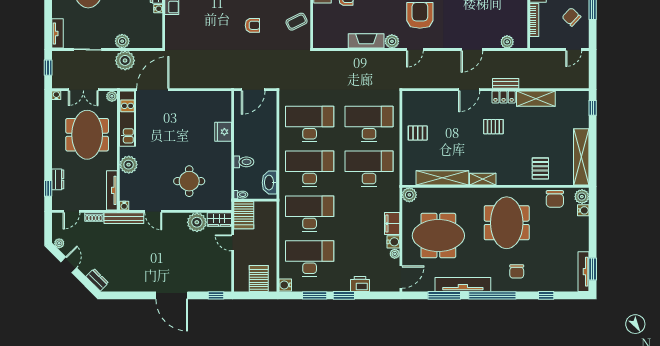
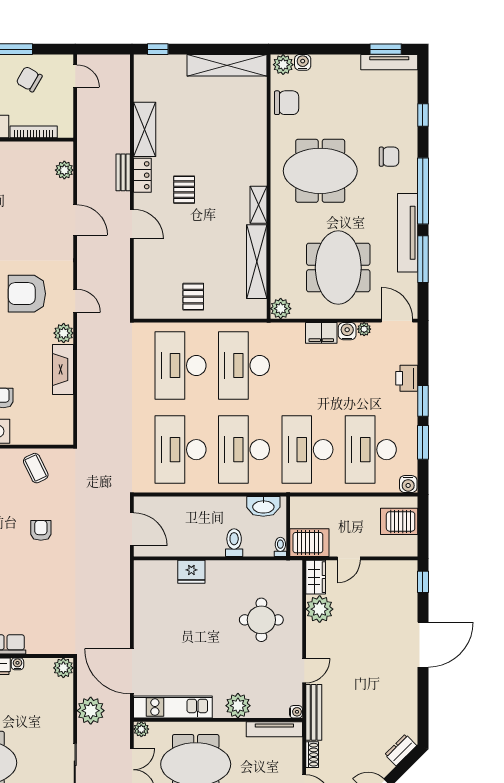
chair: (571, 17) -> (29, 79), turned 77
plant: (122, 41) -> (63, 668), moved
pallet: (540, 168) -> (243, 123), removed

